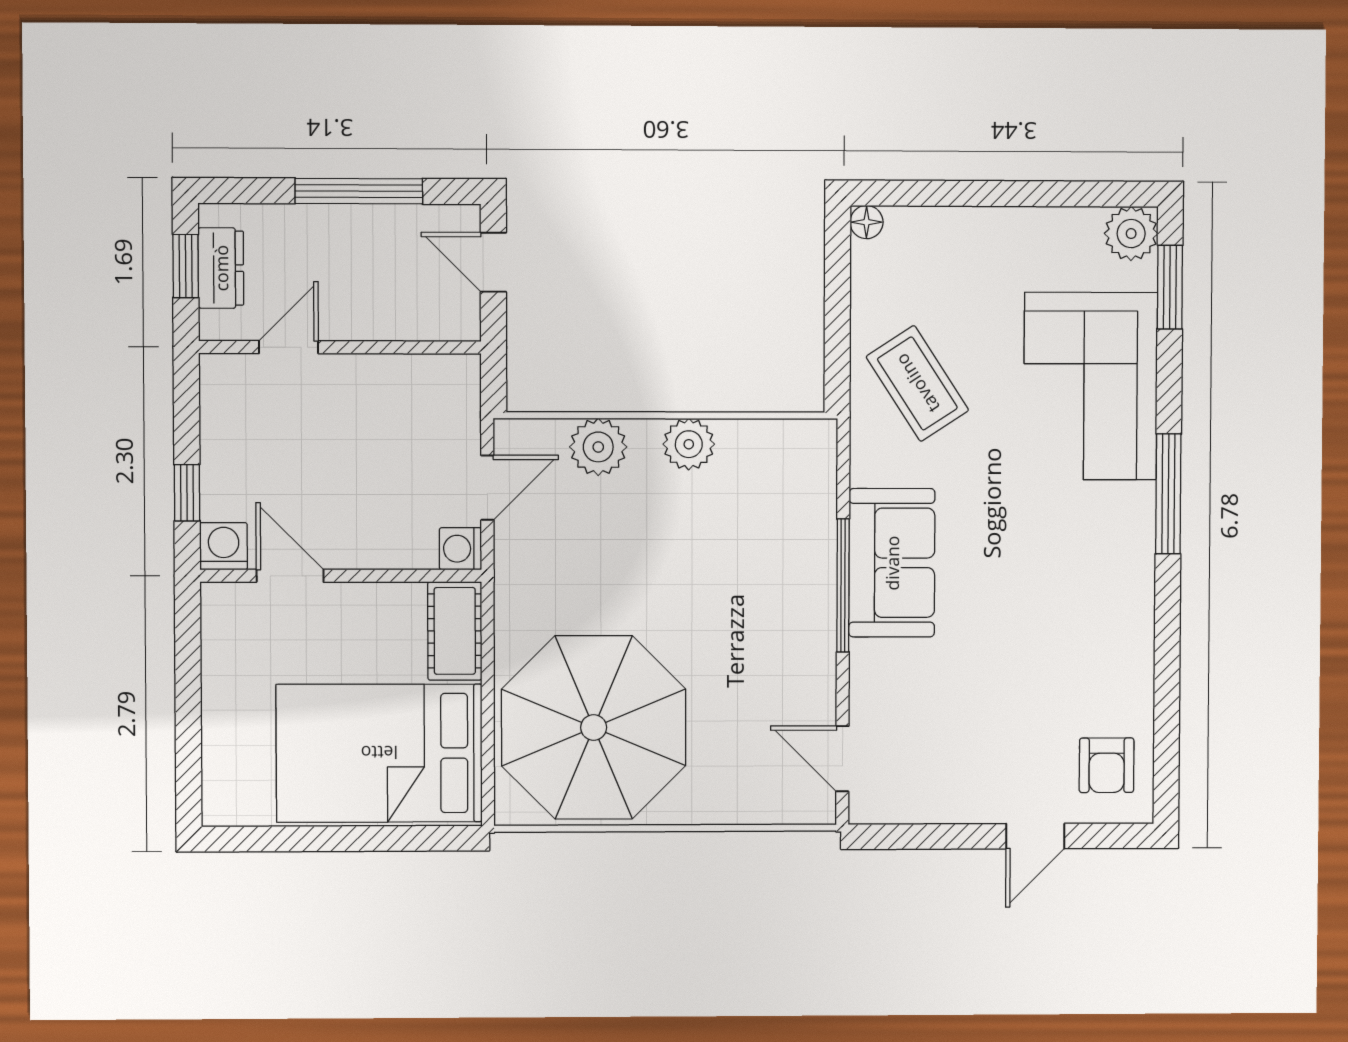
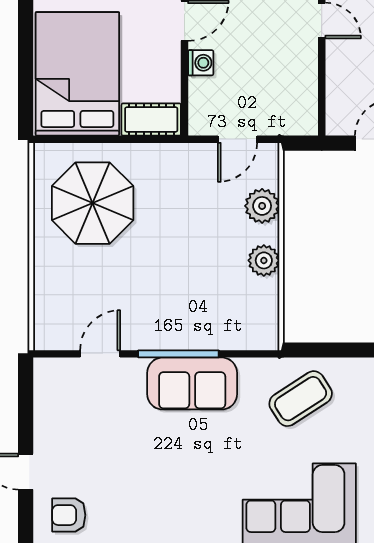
door: (487, 488) -> (238, 139), hinge flipped
washing machine: (460, 549) -> (201, 63), moved, turned 90
parasol: (594, 727) -> (93, 203), width x0.73, depth x0.73
door: (842, 759) -> (100, 354), moved

